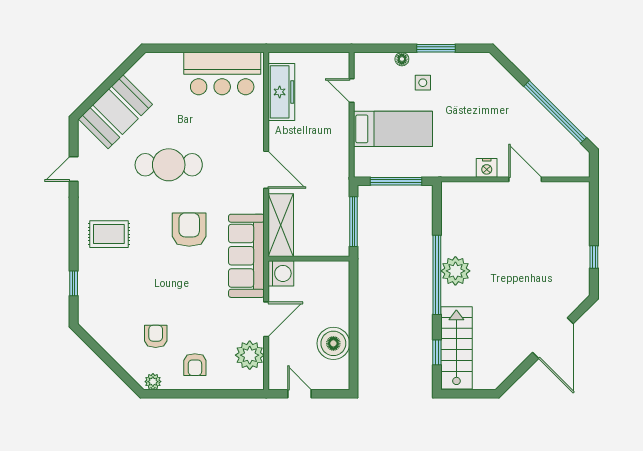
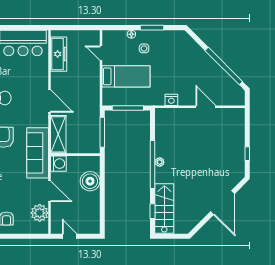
nightstand: (487, 168) -> (171, 100), moved
plant: (455, 271) -> (160, 162), width x0.53, depth x0.53
door: (266, 319) -> (49, 191), hinge flipped
boiler: (333, 343) -> (90, 181), moved

